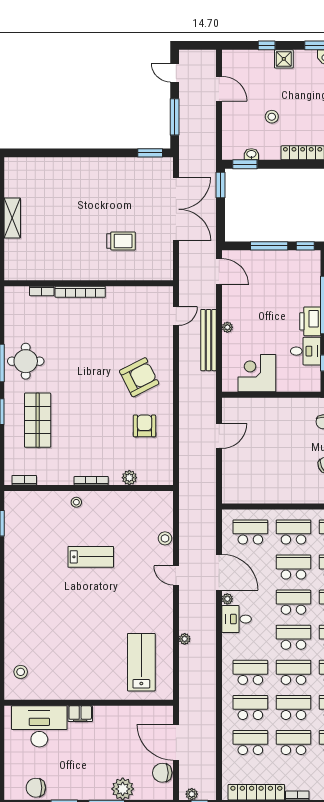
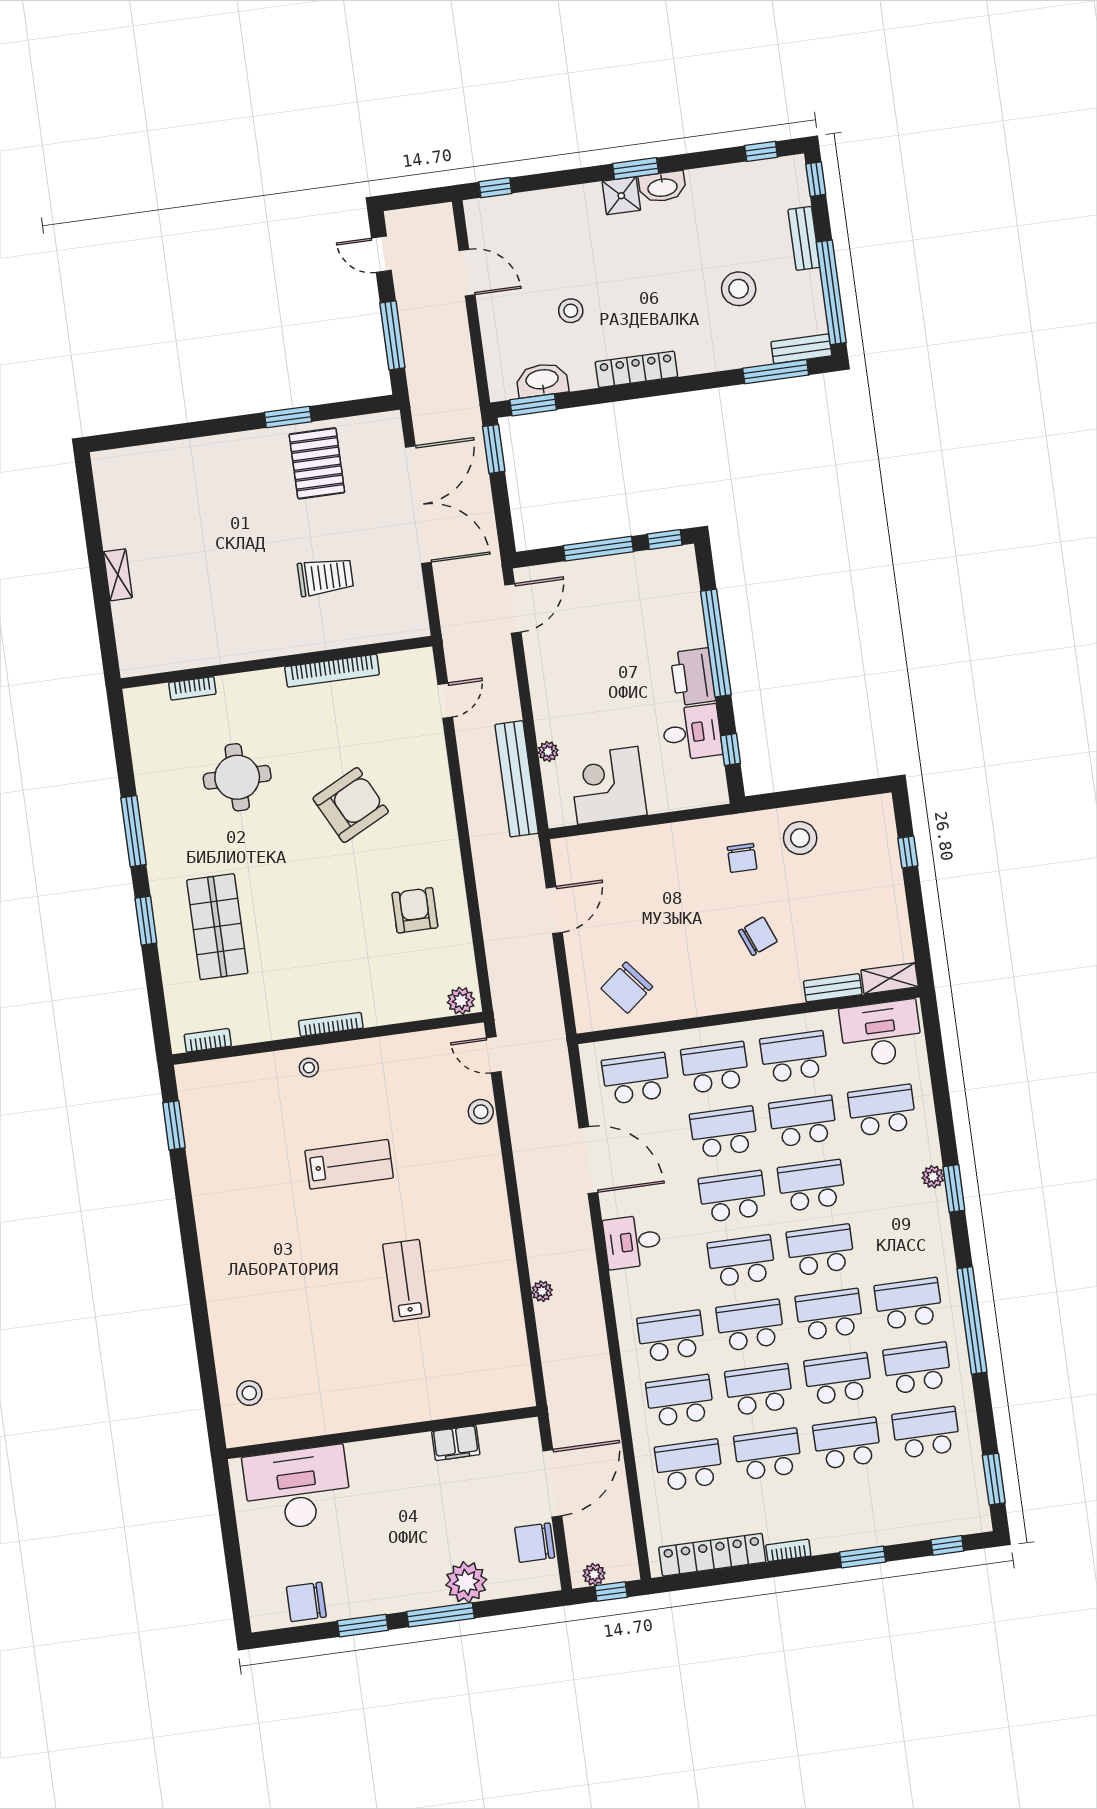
window: (267, 45) -> (495, 188), moved
shower: (284, 59) -> (621, 196), moved
window: (150, 153) -> (288, 417), moved
washbasin: (251, 154) -> (542, 380), width x1.91, depth x1.45
pallet: (125, 180) -> (317, 463), added
shelving: (12, 218) -> (118, 575), width x0.67, depth x0.75
door: (219, 272) -> (513, 608), hinge flipped
bookcase: (80, 292) -> (332, 671), moved
plant: (227, 327) -> (548, 751), moved
bench: (209, 340) -> (517, 779), moved
round table: (26, 361) -> (237, 777), moved
armchair: (139, 377) -> (351, 805), moved
plant: (129, 478) -> (461, 1001), moved
chair: (252, 483) -> (627, 988), added
door: (176, 575) -> (494, 1055), moved
plant: (227, 599) -> (610, 1207), removed
lab bench: (141, 662) -> (406, 1281), moved, width x0.73, depth x0.72
filing cabinet: (80, 714) -> (456, 1443), moved
door: (176, 742) -> (552, 1483), swing flipped

